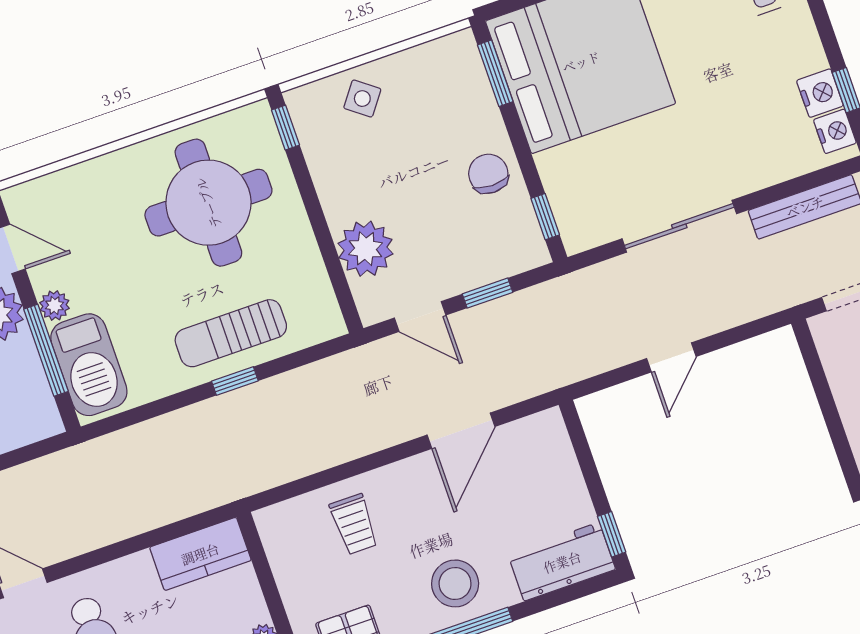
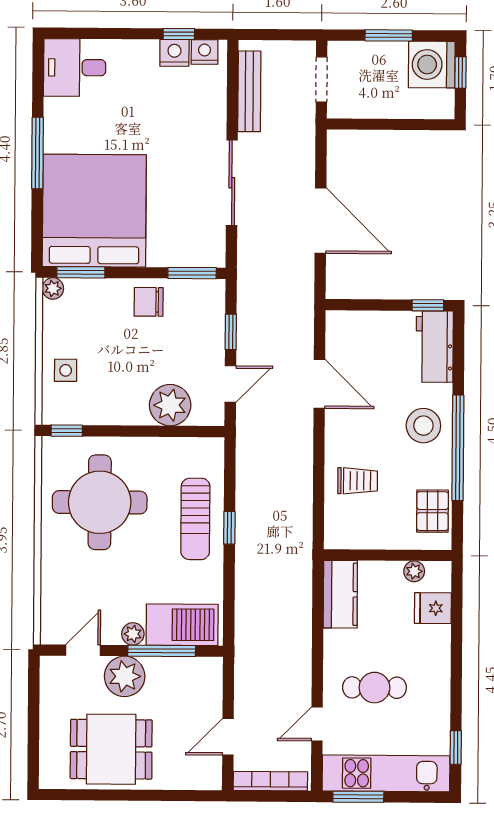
plant: (462, 45) -> (53, 288), added
side table: (362, 99) -> (66, 370), turned -37
window: (545, 217) -> (192, 273), width x1.50
door: (671, 357) -> (320, 221), width x1.88

